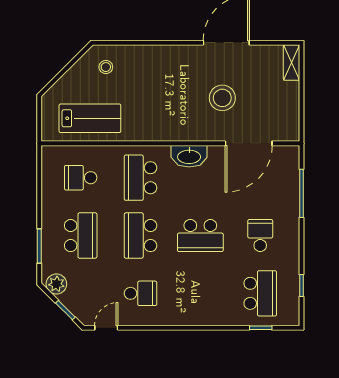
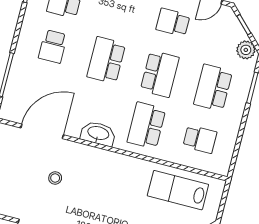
stool: (222, 98) -> (55, 178), width x0.53, depth x0.53
school desk: (140, 178) -> (146, 126), turned 180
school desk: (200, 236) -> (106, 60), turned -90

